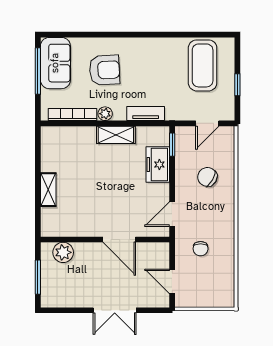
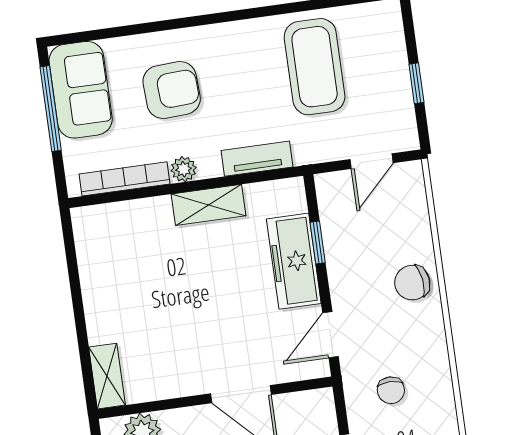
coffee table: (203, 65) -> (315, 67), moved
window: (172, 145) -> (318, 243), moved
freezer: (158, 165) -> (294, 261), width x1.40
chair: (207, 177) -> (412, 283), moved, turned -38
shelving: (48, 190) -> (107, 376), moved

